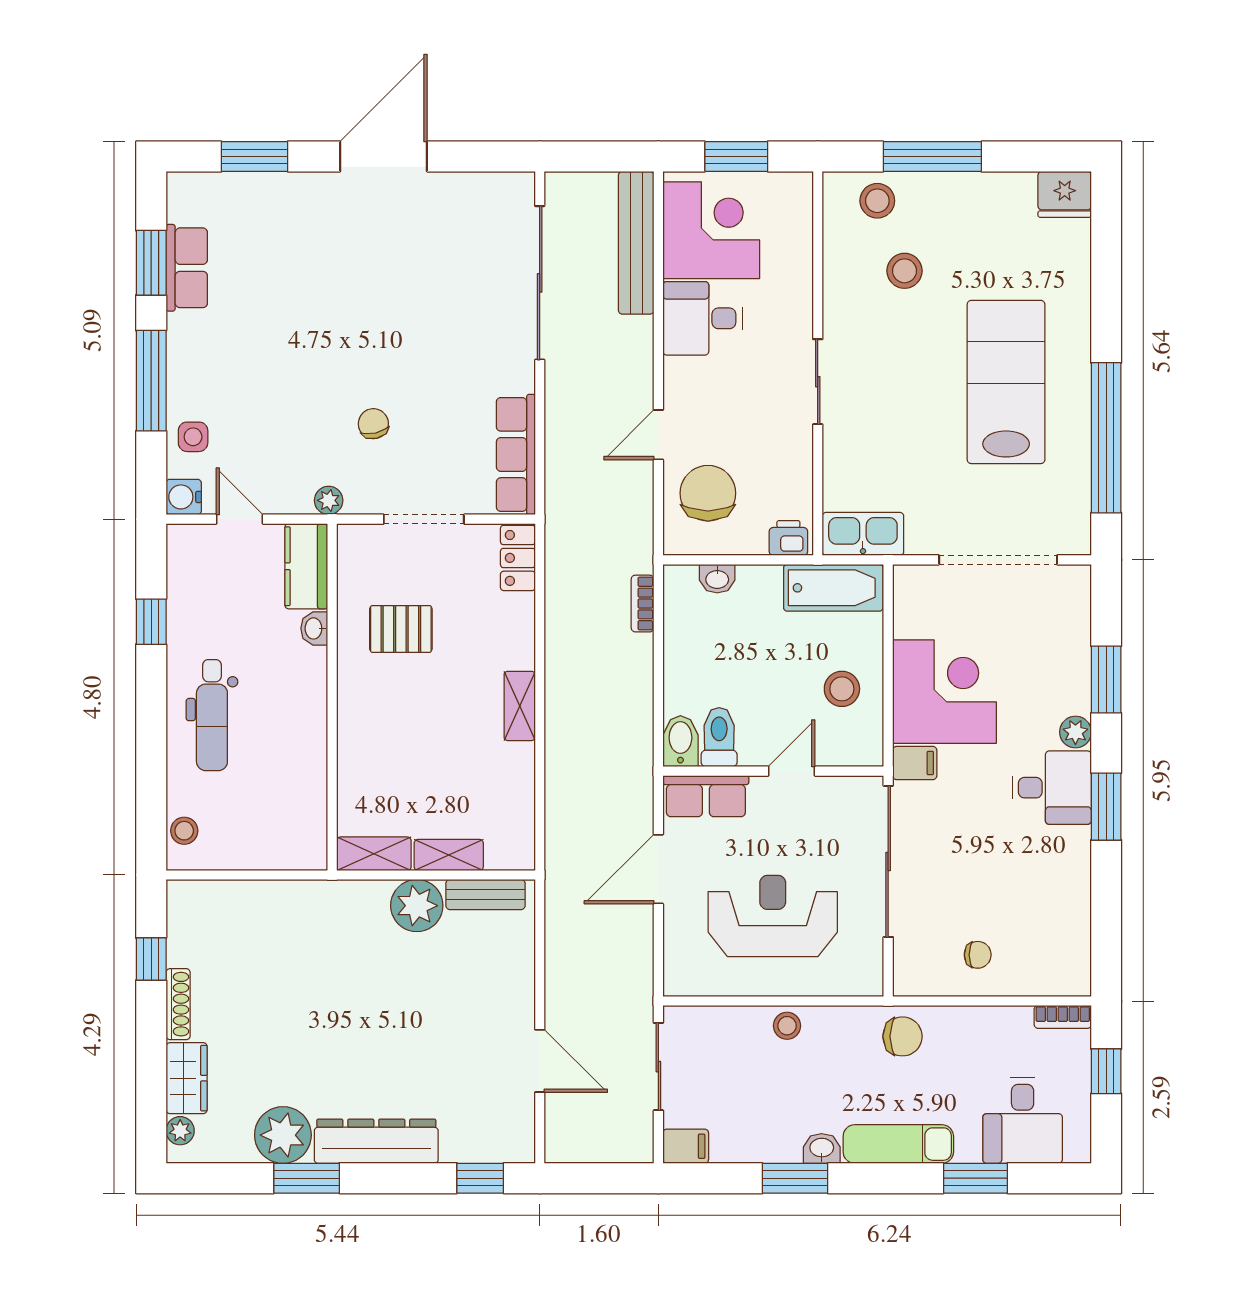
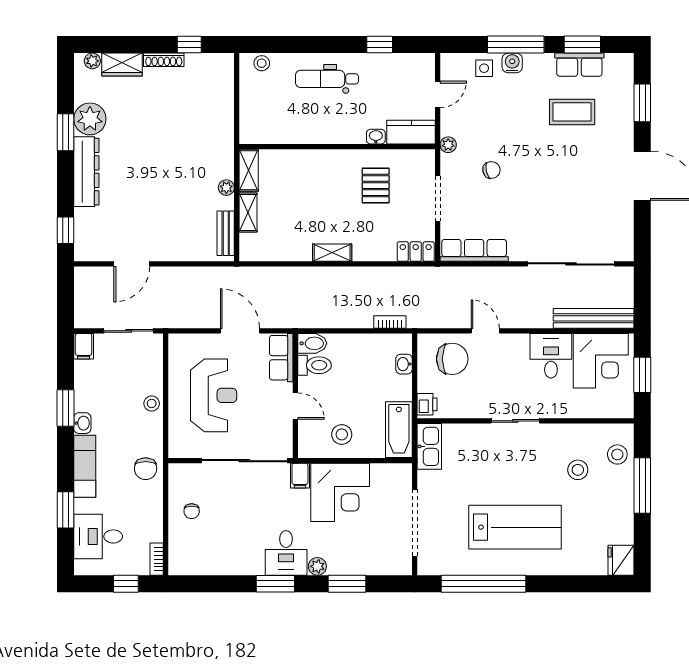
coffee table: (271, 281) -> (572, 112), added
water cooler: (184, 497) -> (512, 63), moved
plant: (417, 906) -> (226, 188), width x0.53, depth x0.53

